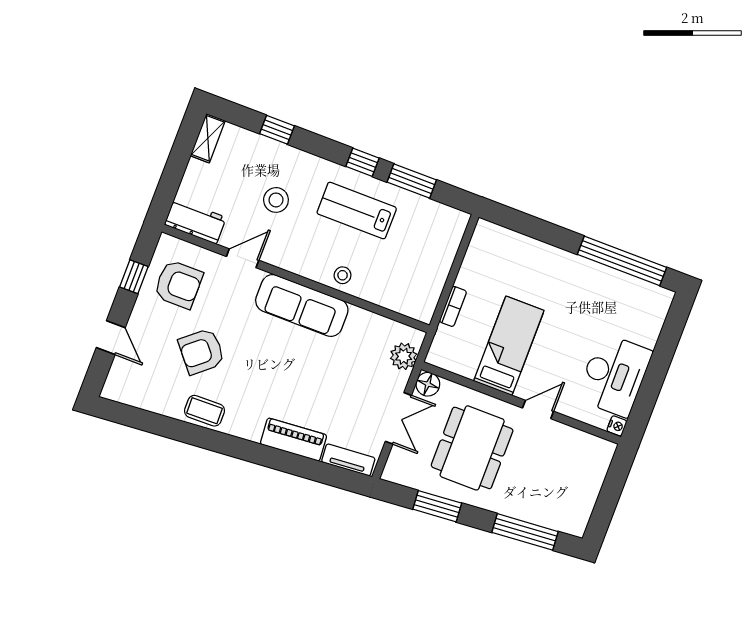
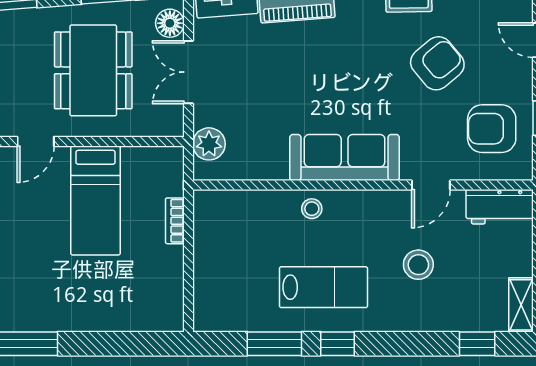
window: (277, 130) -> (477, 344), moved
floor lamp: (428, 384) -> (170, 23), moved

